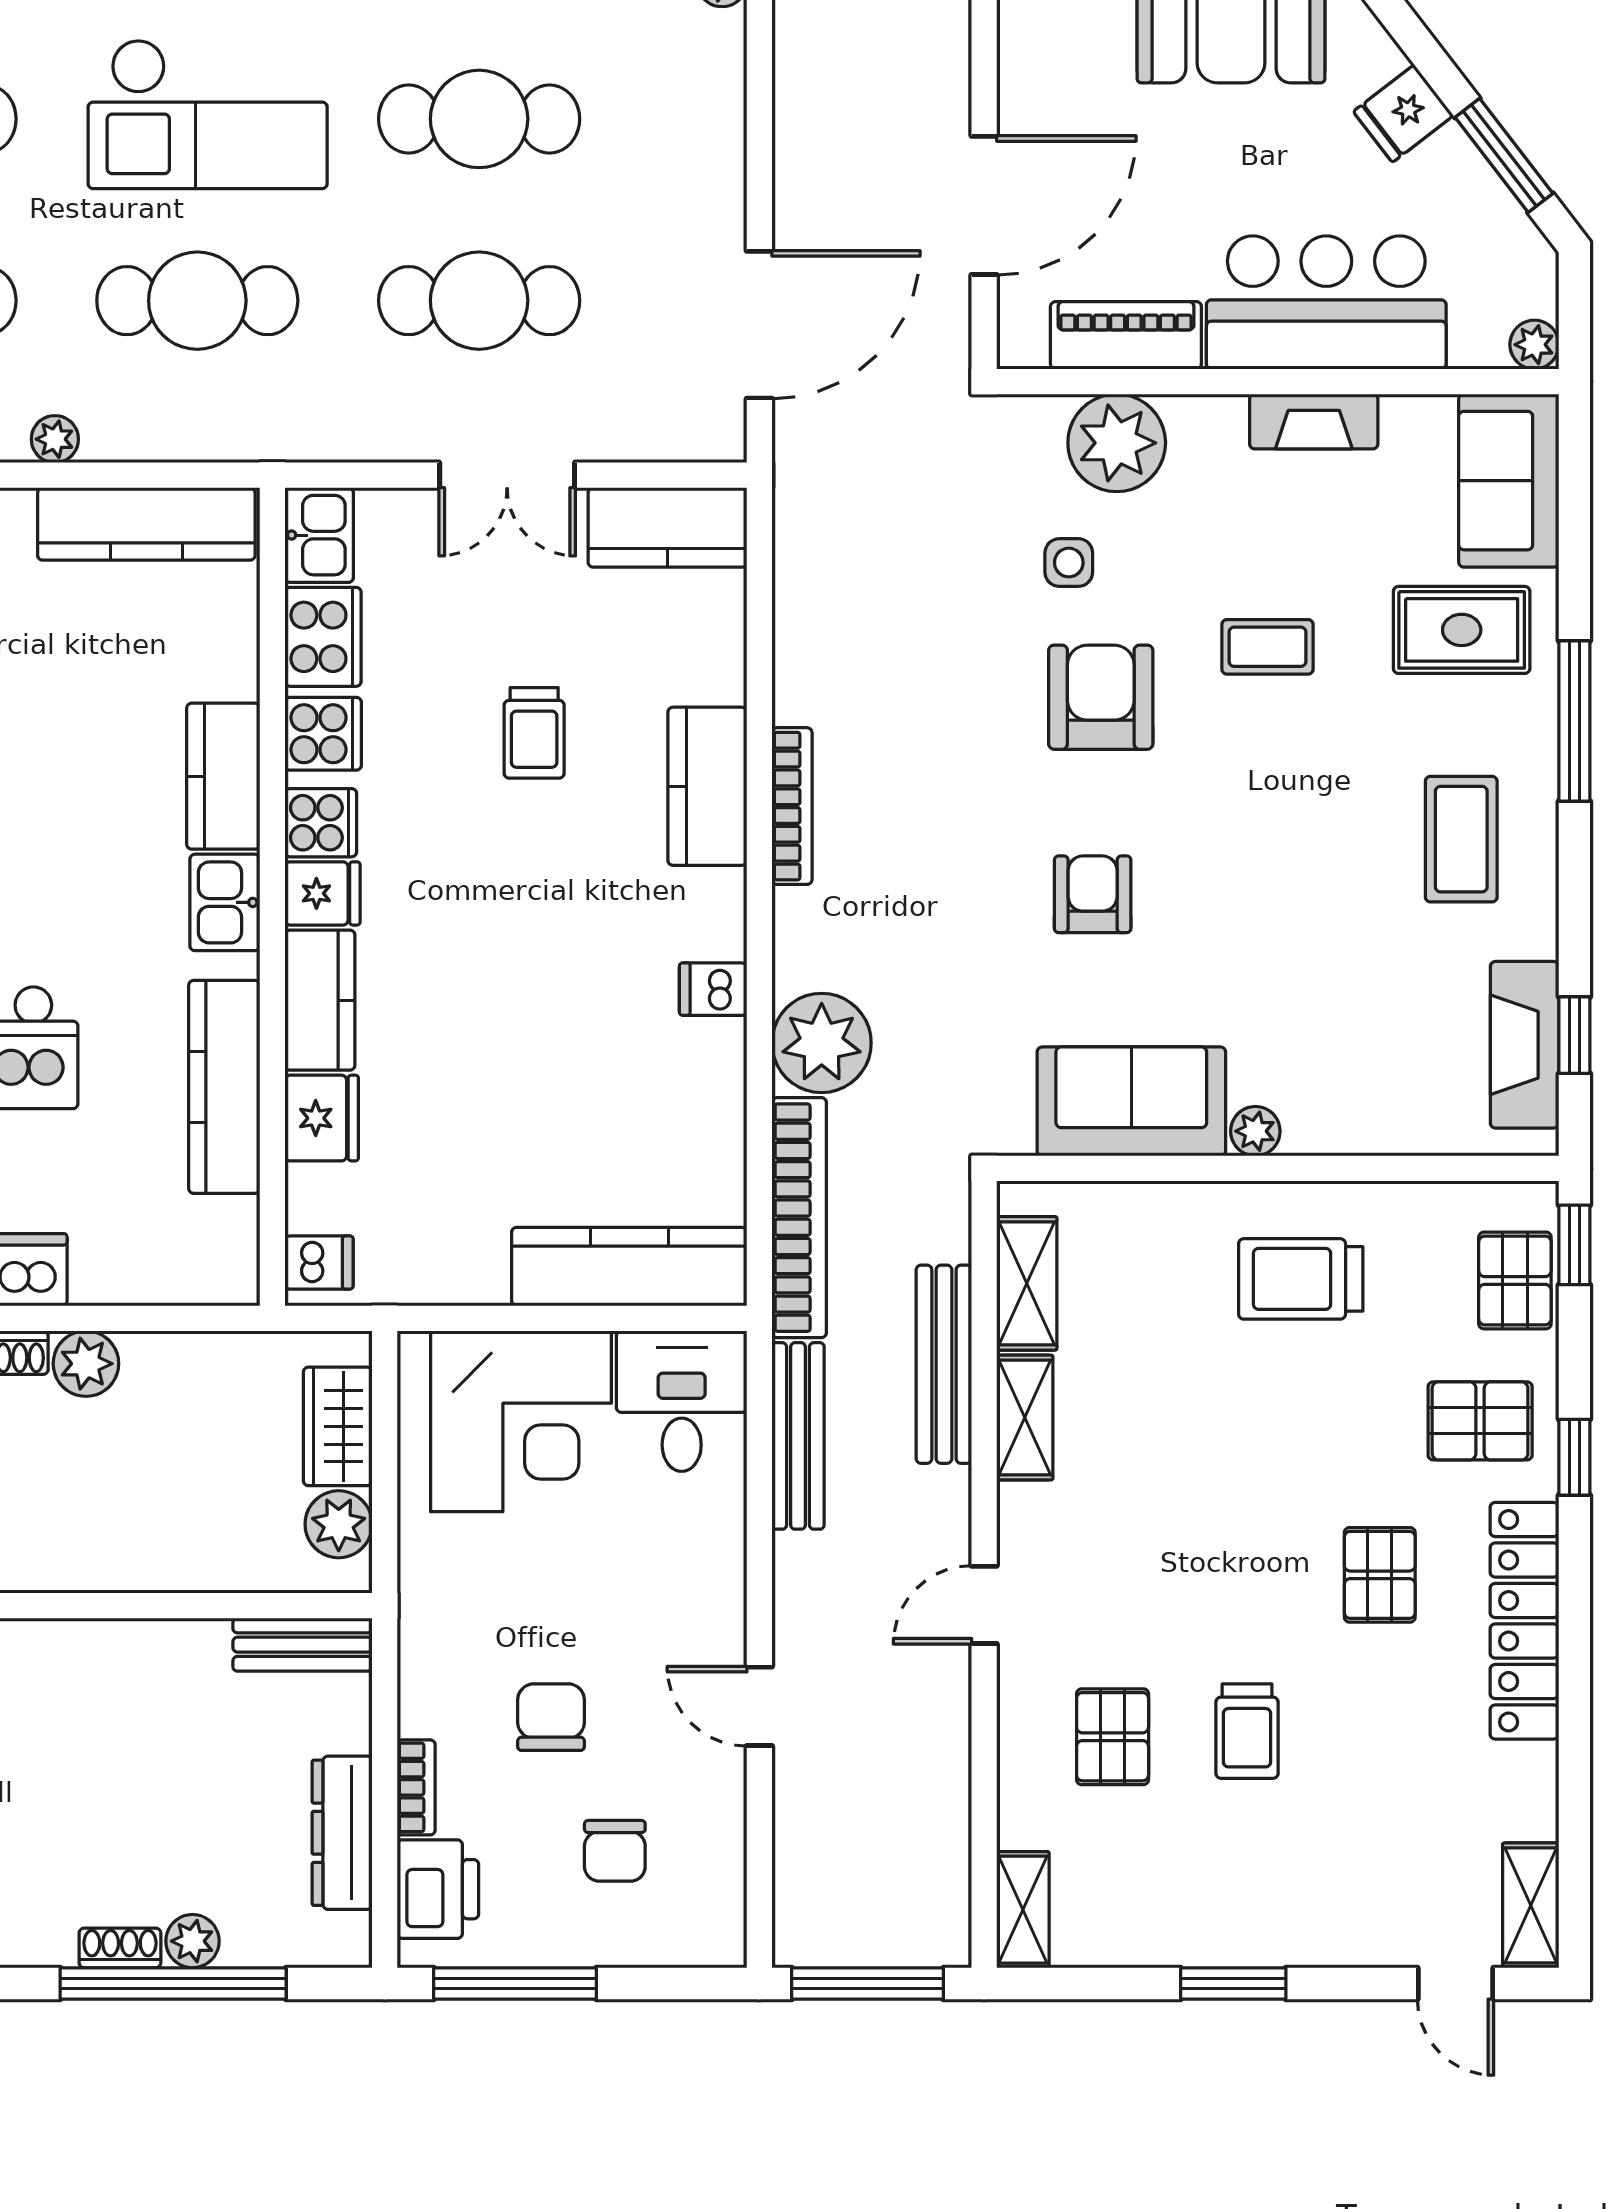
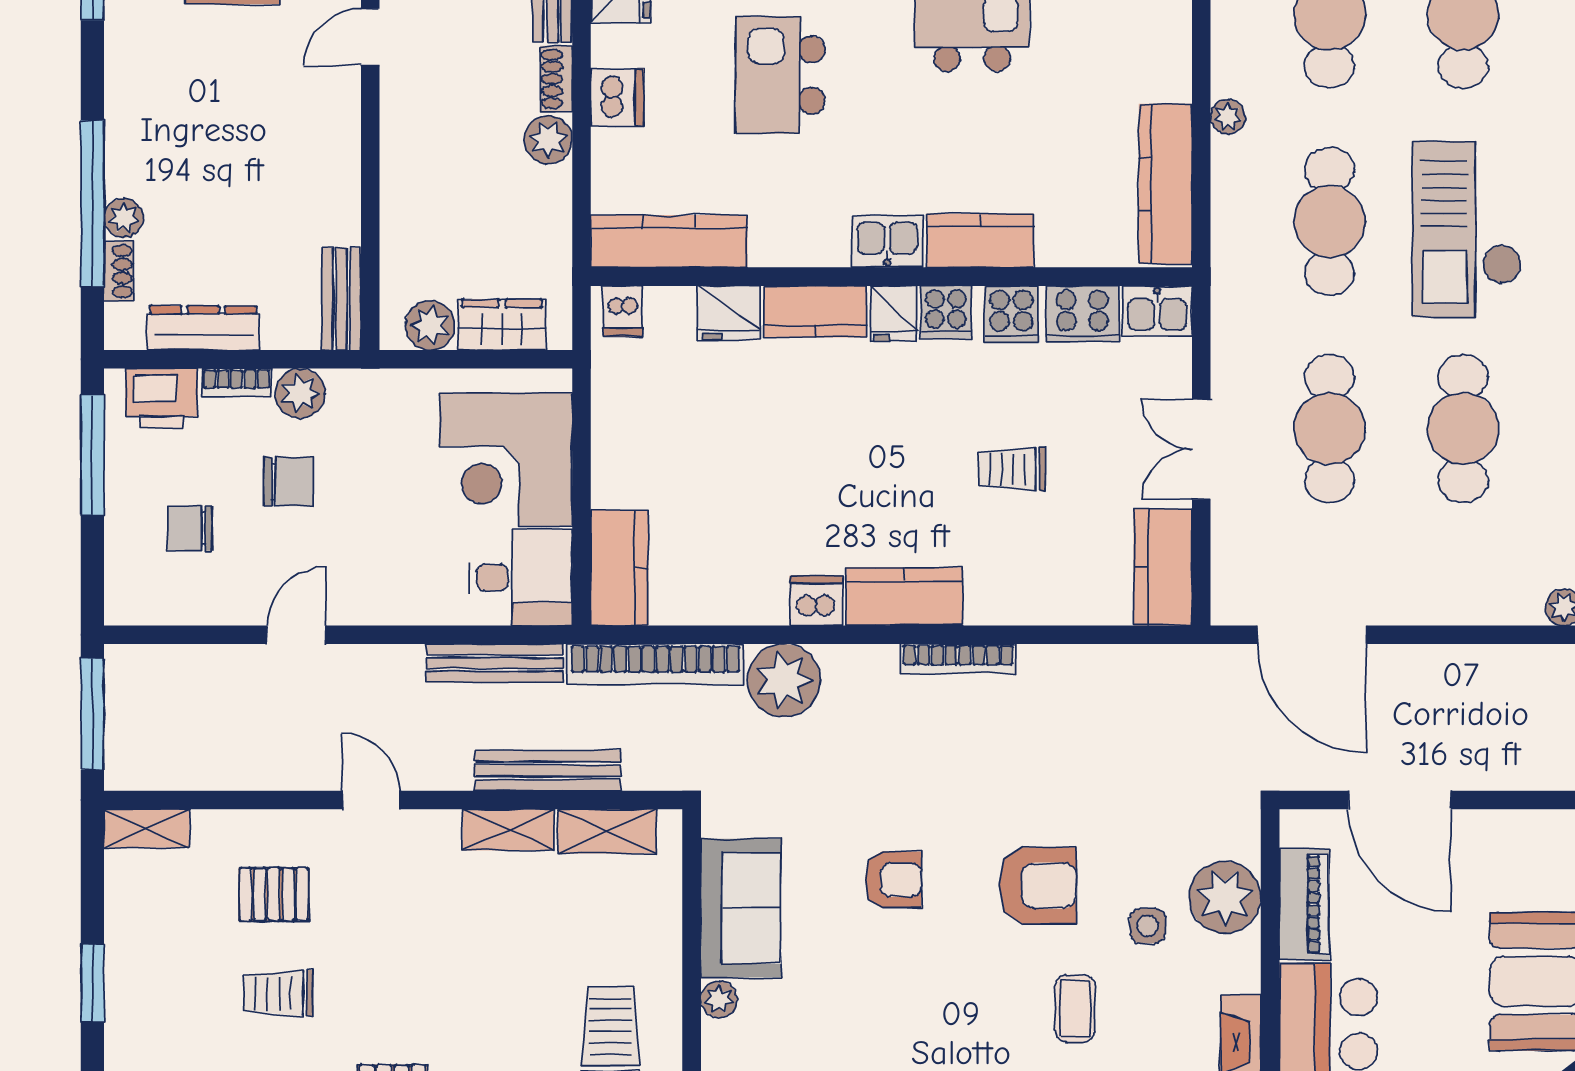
side table: (1069, 563) -> (1148, 926), moved
kitchen counter: (707, 786) -> (904, 596), moved
dishwasher: (713, 989) -> (816, 601), width x1.38
kitchen counter: (224, 1087) -> (669, 241), moved
kitchen counter: (629, 1267) -> (619, 568), width x0.67
plant: (431, 1701) -> (300, 393), added
shoe rack: (120, 1948) -> (119, 271), moved

